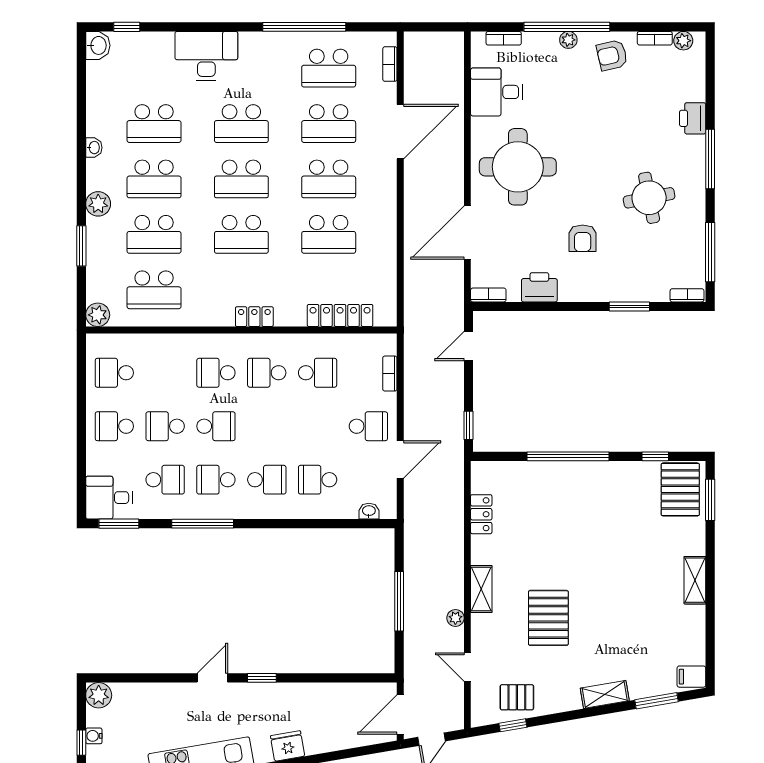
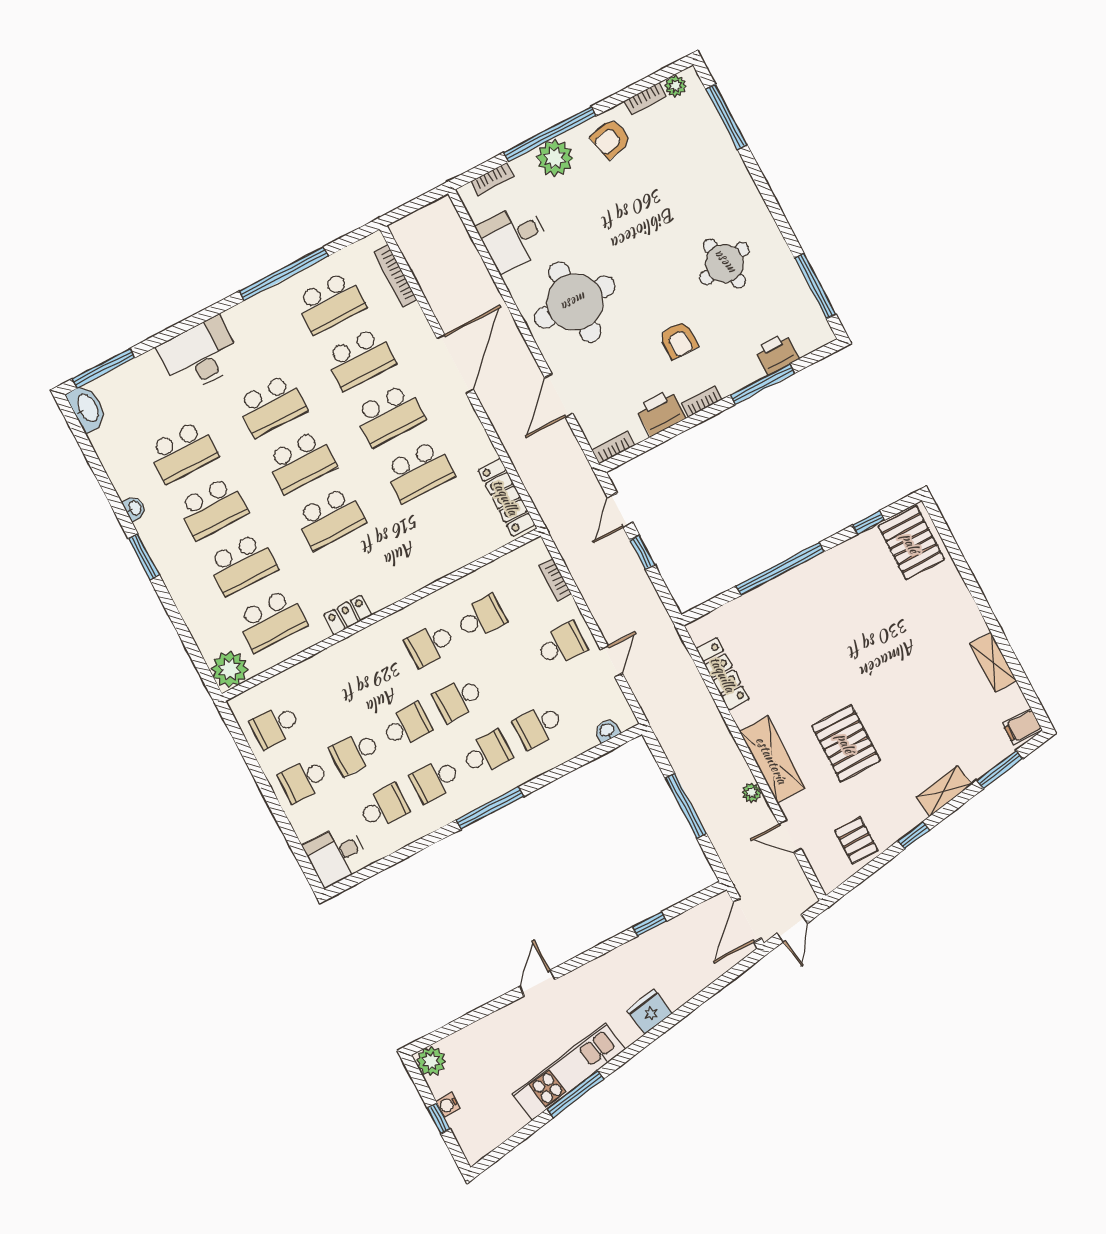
window: (127, 27) -> (104, 368), width x2.17
plant: (568, 40) -> (555, 158), width x1.88, depth x1.88
washbasin: (98, 45) -> (87, 408), width x1.38
bookcase: (390, 64) -> (396, 276), width x1.56
printer: (693, 118) -> (777, 354), moved, turned 90
door: (400, 132) -> (455, 364), moved
window: (710, 159) -> (726, 117), moved
plant: (98, 204) -> (169, 563), removed
door: (467, 232) -> (559, 395), width x0.73
window: (81, 246) -> (144, 557), moved
bookcase: (687, 295) -> (702, 401), moved
window: (629, 306) -> (762, 384), width x1.44
plant: (98, 315) -> (230, 669), width x1.36, depth x1.36
locker: (340, 315) -> (506, 497), moved, turned -90
locker: (254, 317) -> (348, 615), moved
school desk: (216, 373) -> (458, 699), moved
window: (468, 425) -> (642, 552), moved
door: (400, 460) -> (611, 661), width x0.73
window: (710, 500) -> (947, 537), removed
locker: (481, 514) -> (723, 674), width x1.53
window: (119, 524) -> (360, 876), removed
window: (203, 524) -> (490, 808), moved
shelving: (695, 580) -> (993, 662), moved
shelving: (481, 589) -> (772, 760), width x1.50, depth x1.33
window: (262, 678) -> (649, 924), moved
pallet: (517, 697) -> (856, 840), turned 90
window: (513, 725) -> (914, 835), moved

